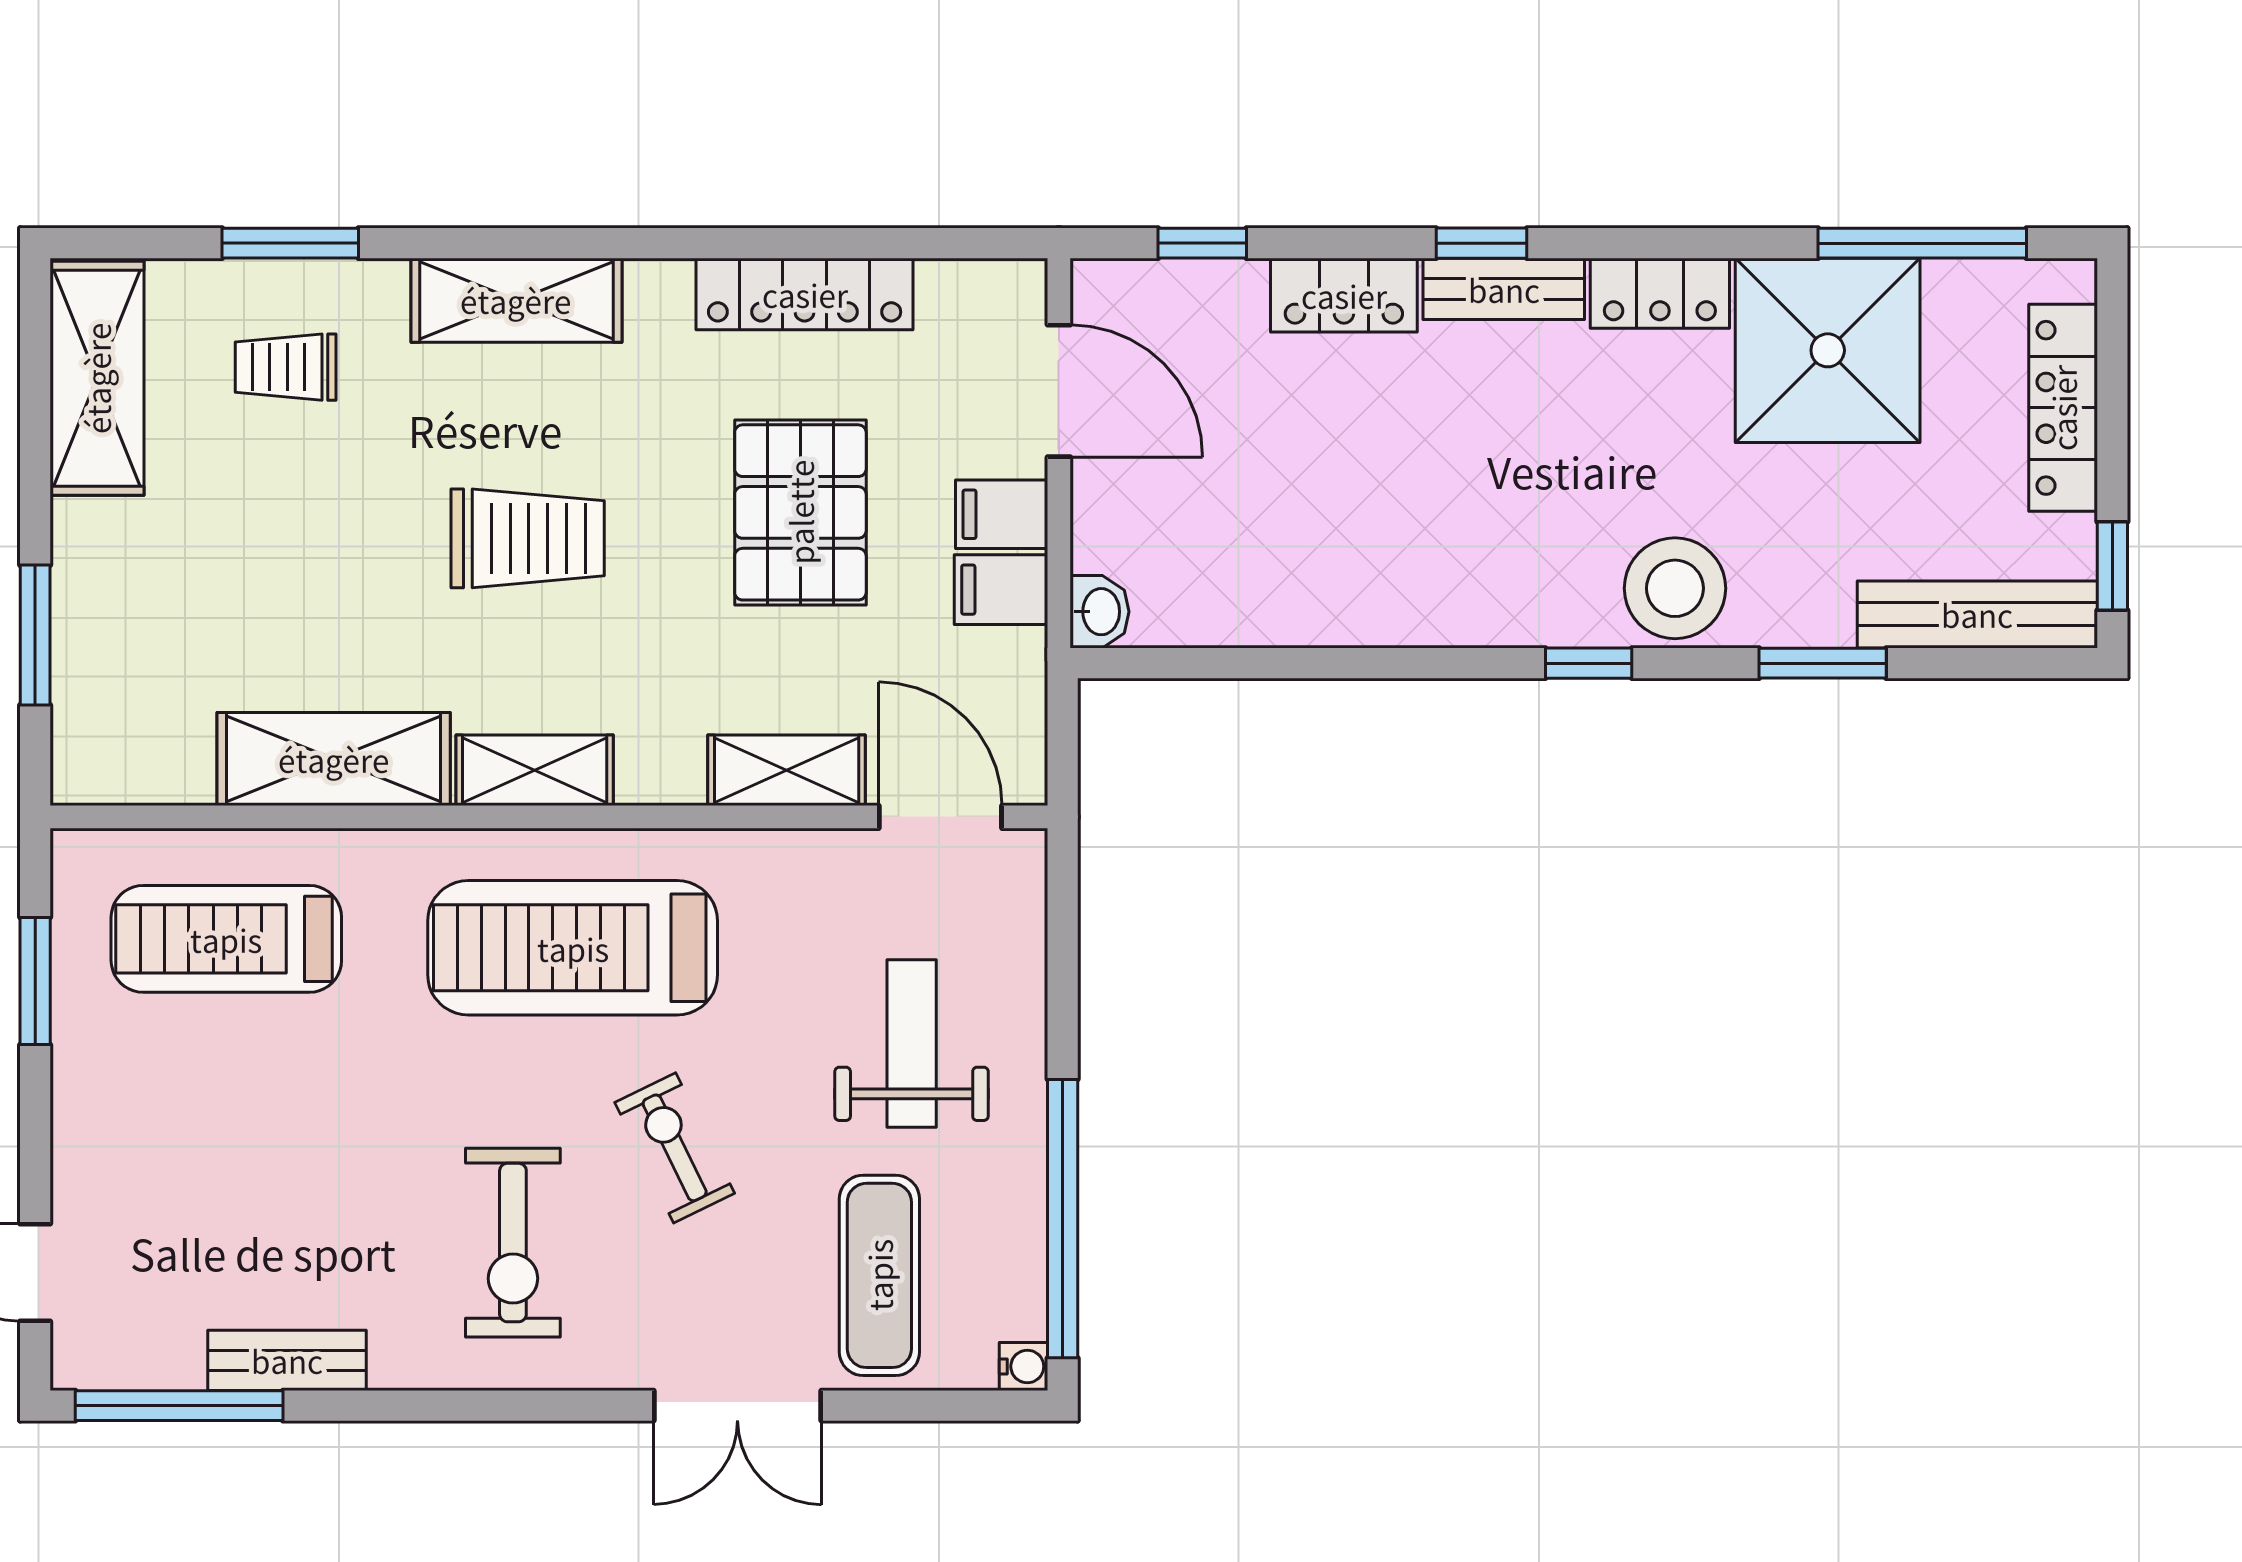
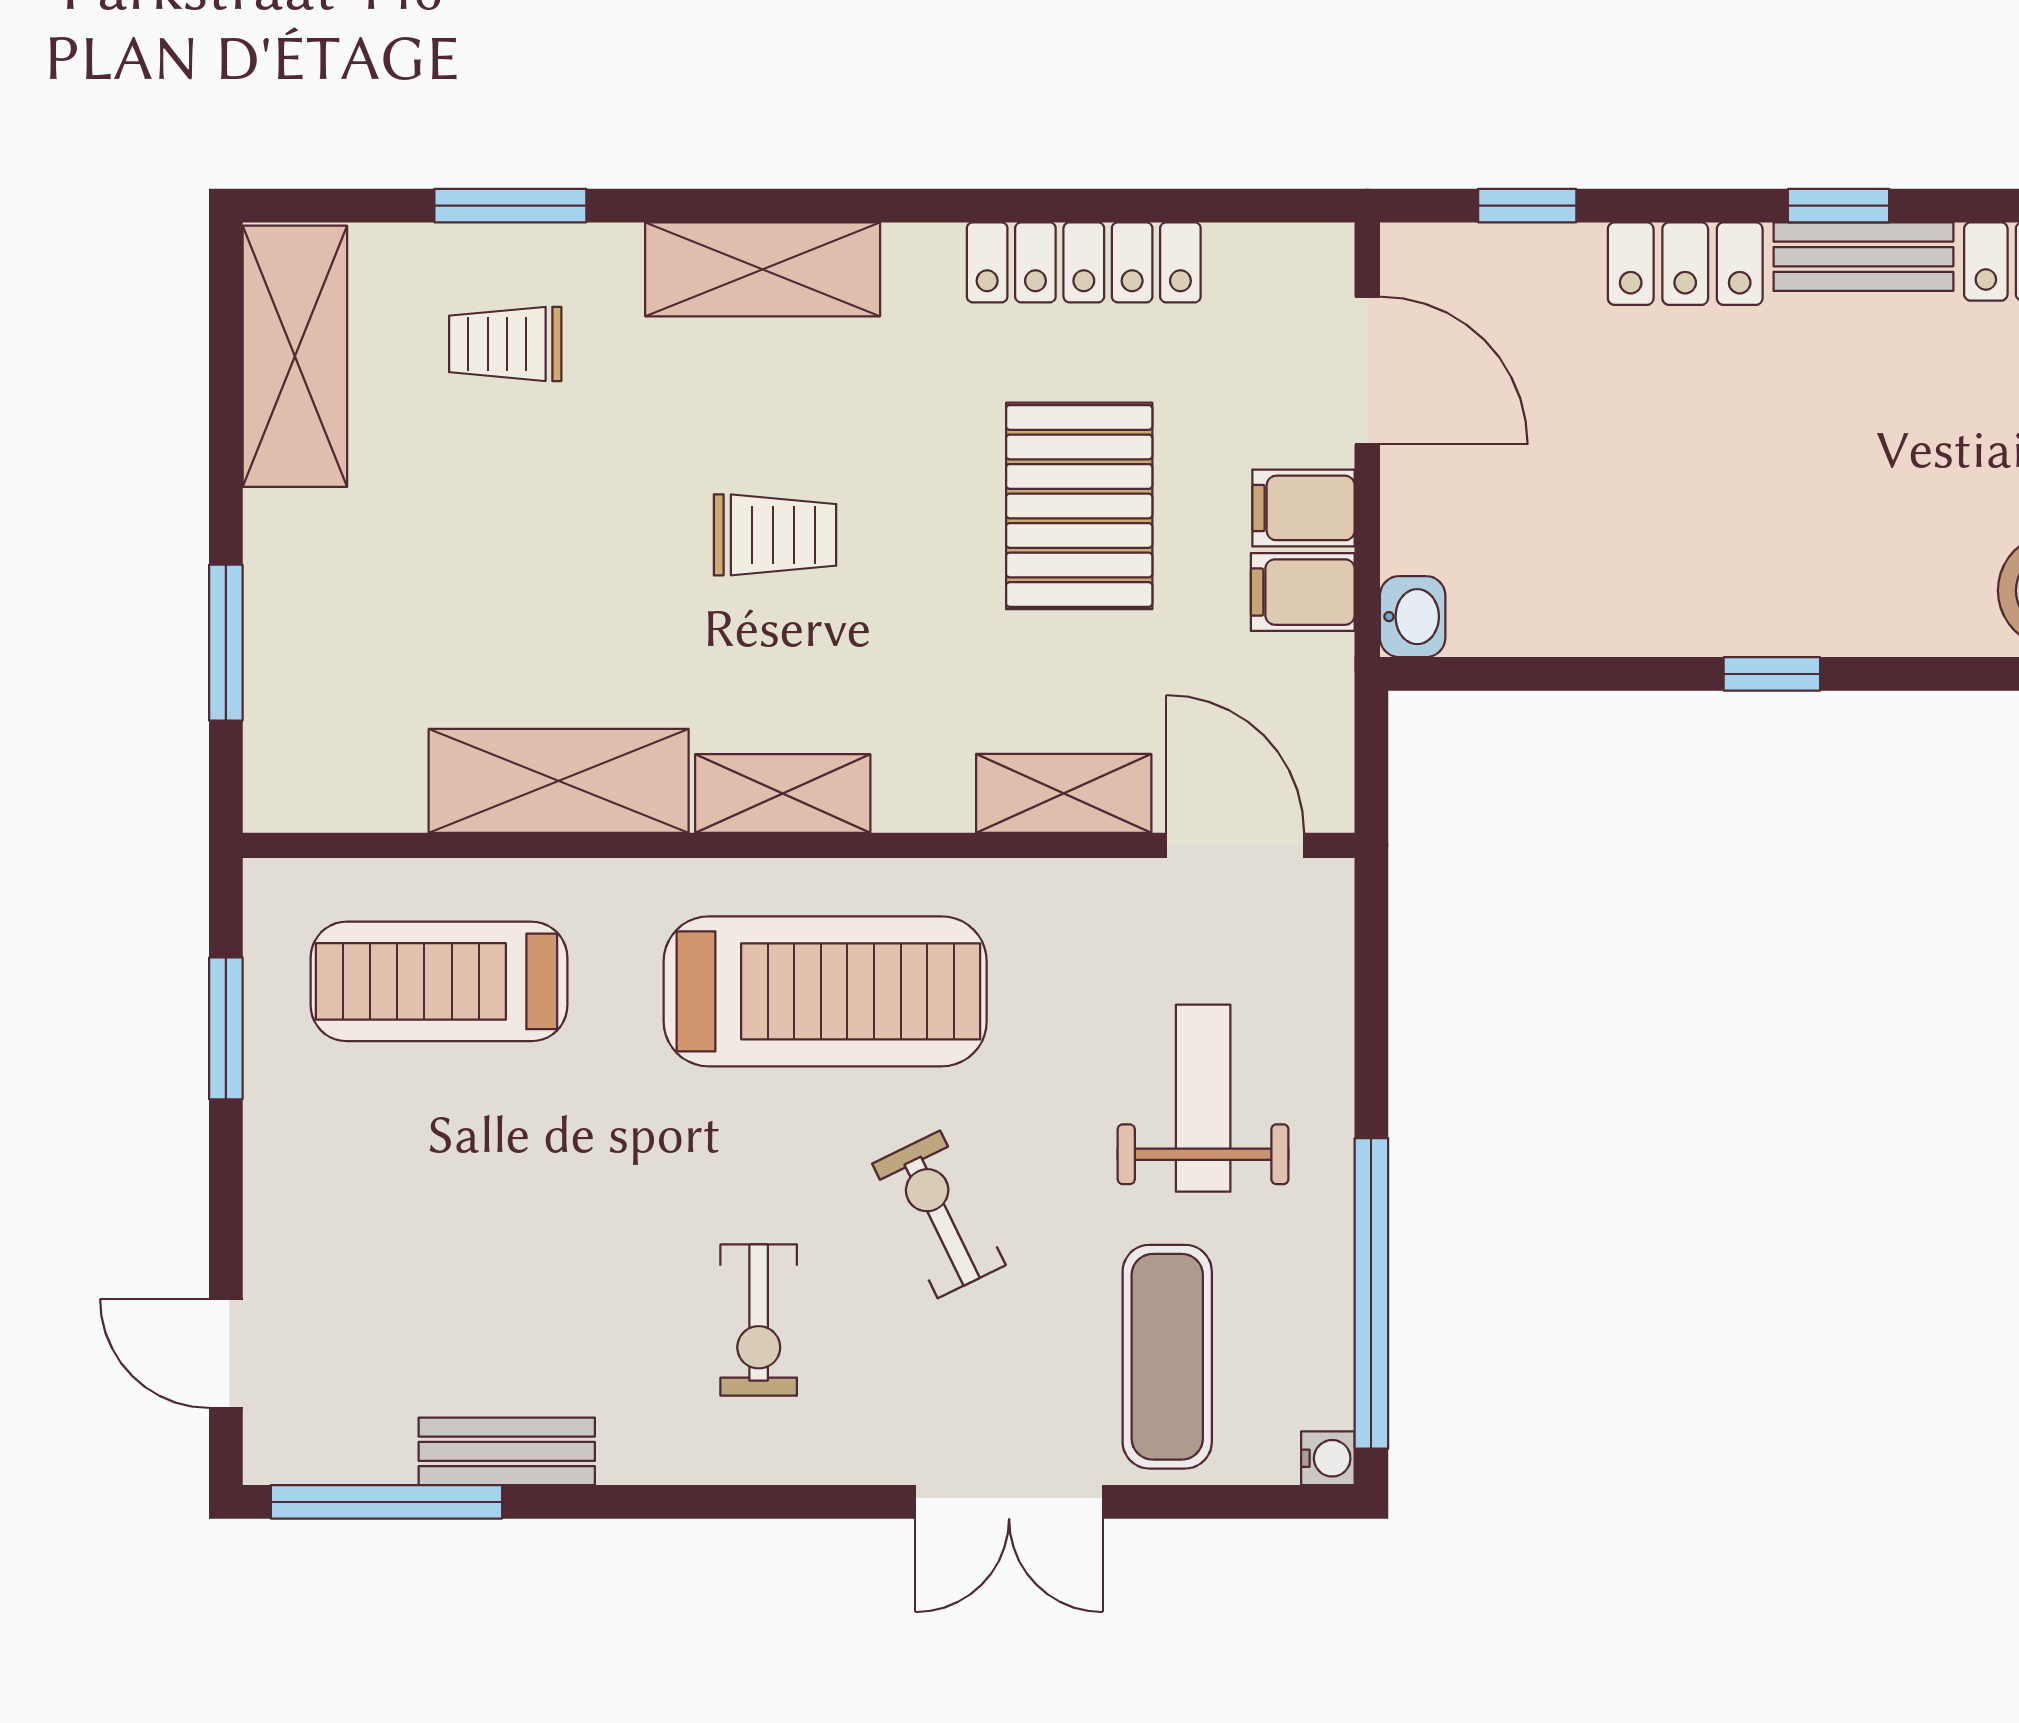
trolley: (528, 538) -> (775, 535), width x0.73, depth x0.72
window: (1589, 663) -> (1772, 674), moved
treadmill: (573, 948) -> (825, 991), turned 180
exercise bike: (513, 1243) -> (759, 1320), width x0.73, depth x0.72

